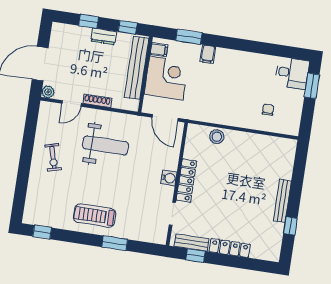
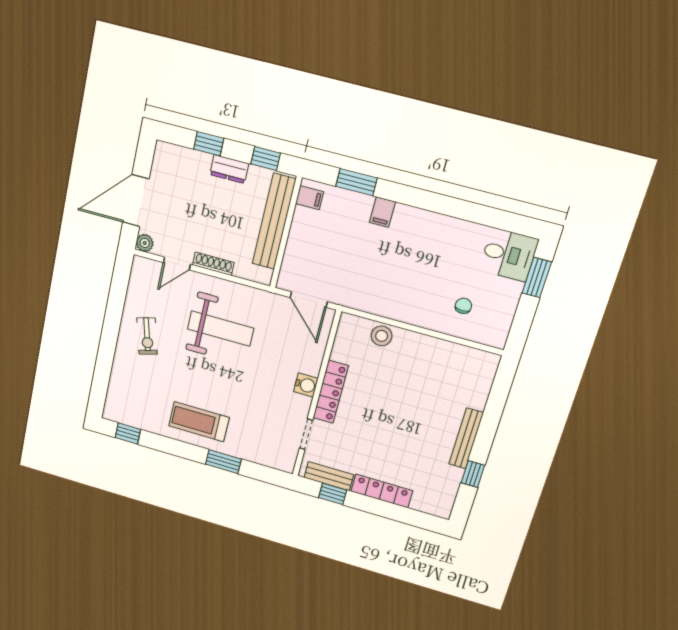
corner desk: (166, 78) -> (316, 241), removed

